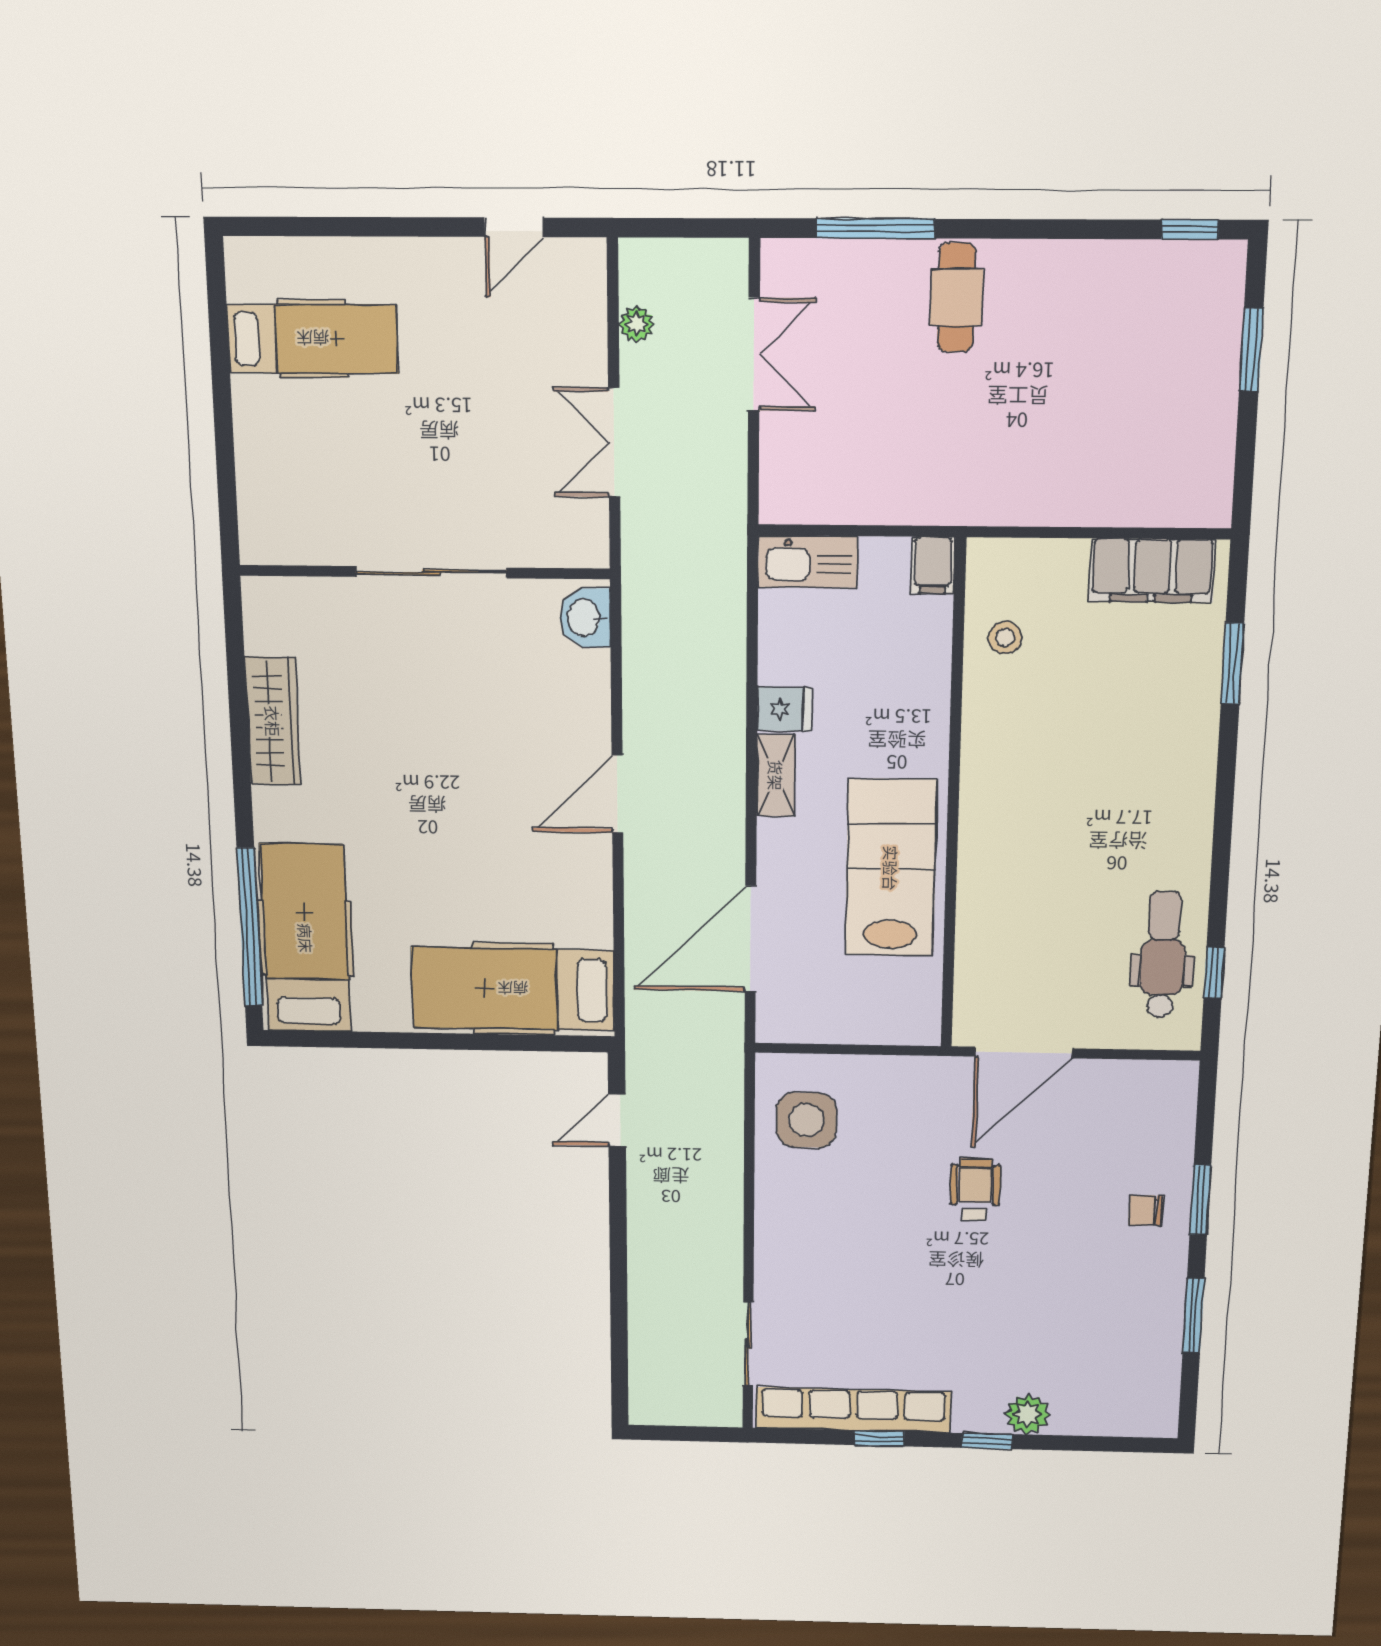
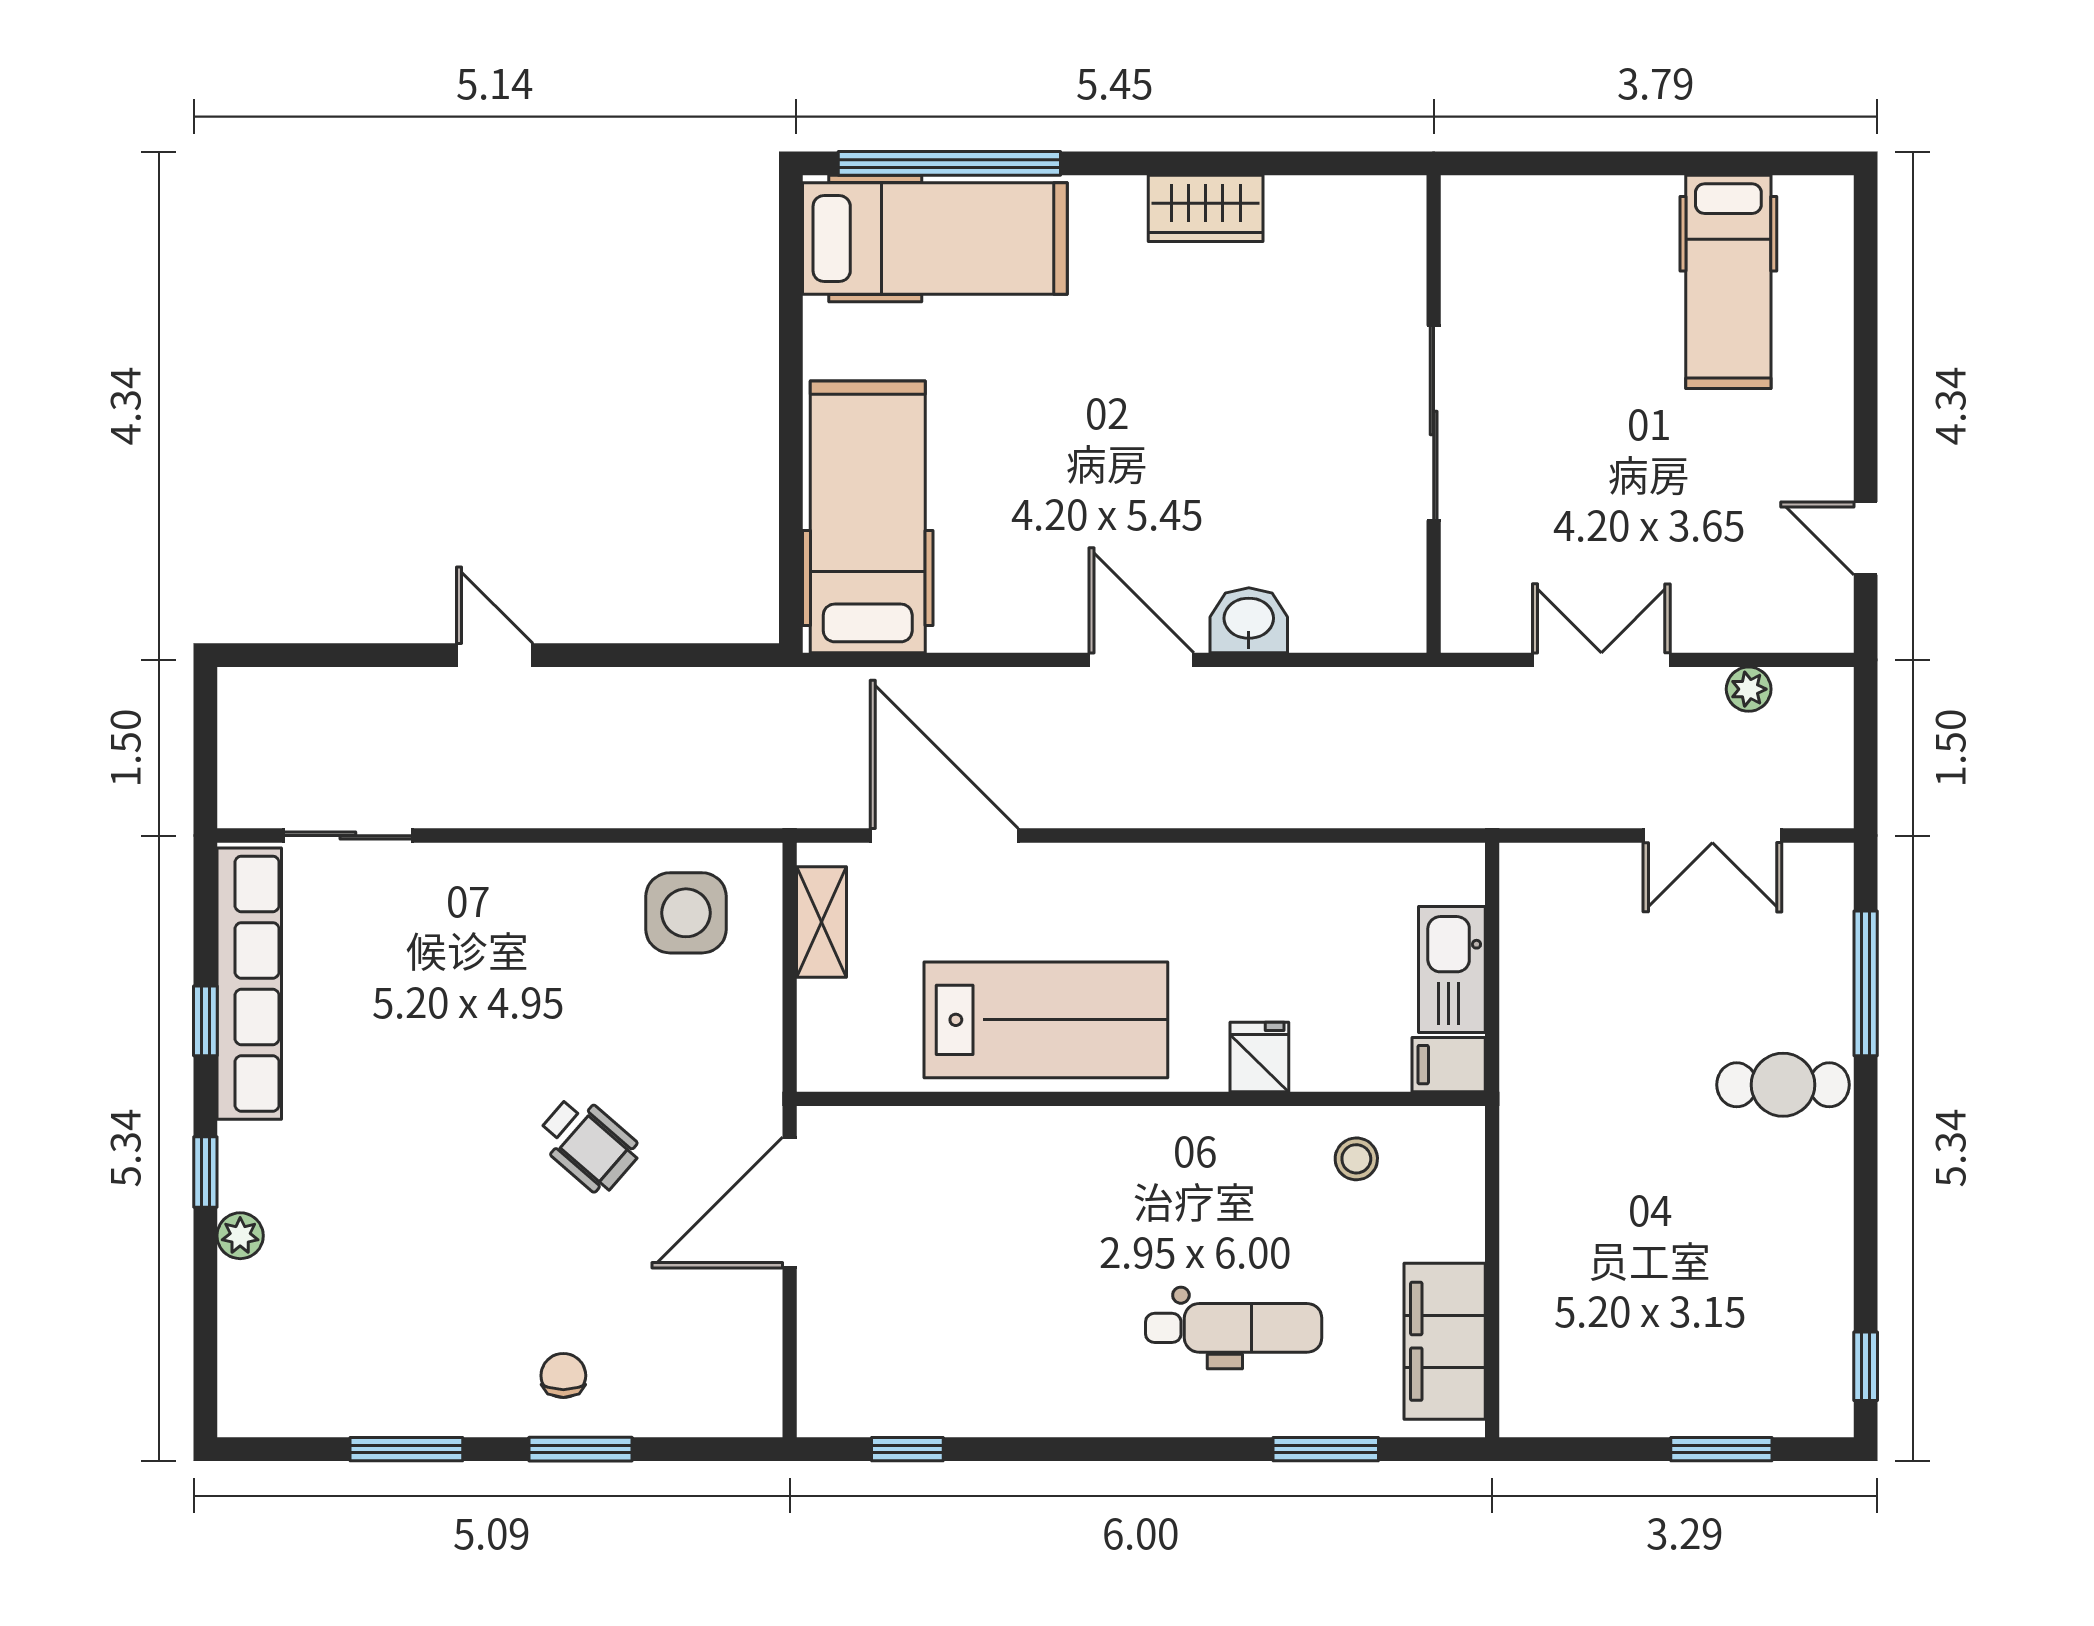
kitchen sink: (808, 562) -> (1452, 969), moved
washbasin: (585, 618) -> (1249, 620), moved
fridge: (784, 709) -> (1259, 1057), moved, turned 180
wardrobe: (273, 721) -> (1206, 208), width x0.67
shelving: (776, 775) -> (822, 922), moved, turned 90
dental chair: (1163, 955) -> (1234, 1328), moved
door: (1024, 1052) -> (790, 1203), hinge flipped
door: (617, 1120) -> (495, 655), moved
wheelchair: (975, 1190) -> (588, 1144), turned 41
plant: (1027, 1414) -> (240, 1236), width x0.73, depth x0.73

